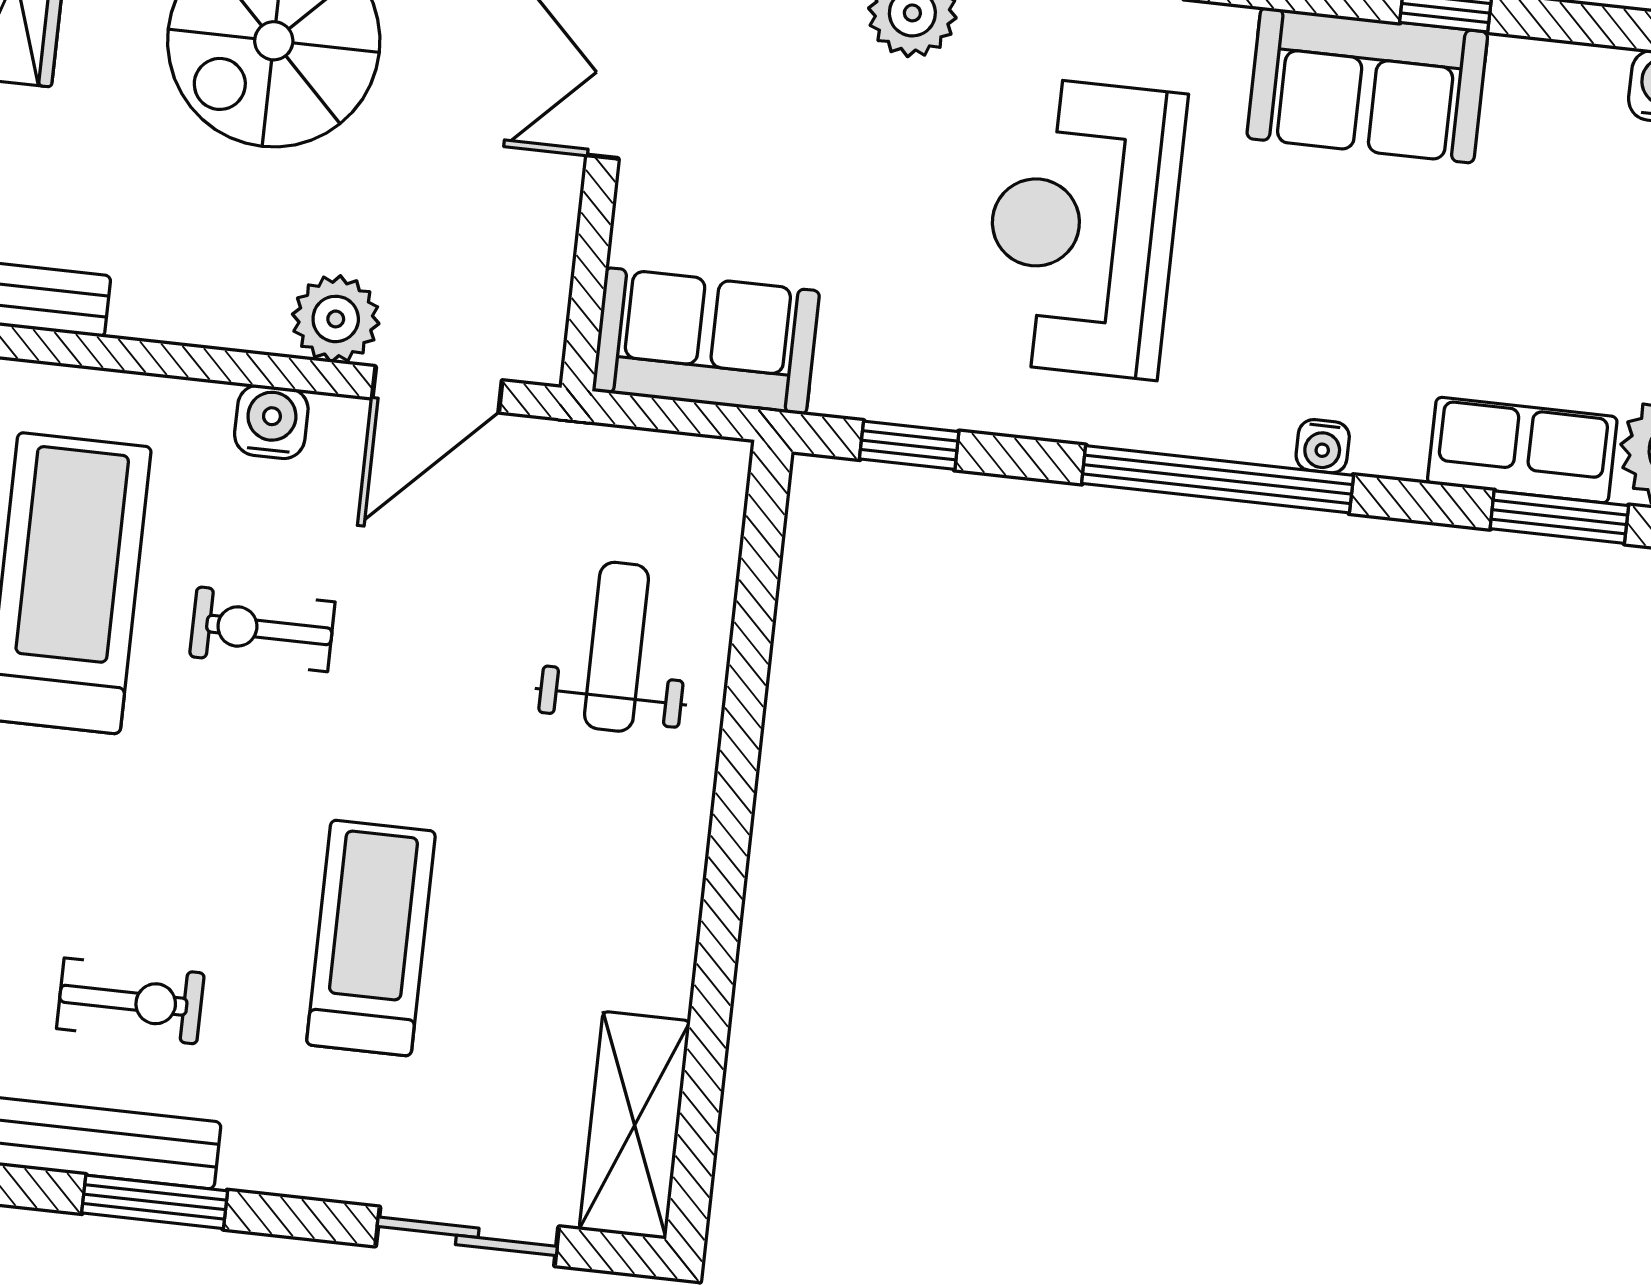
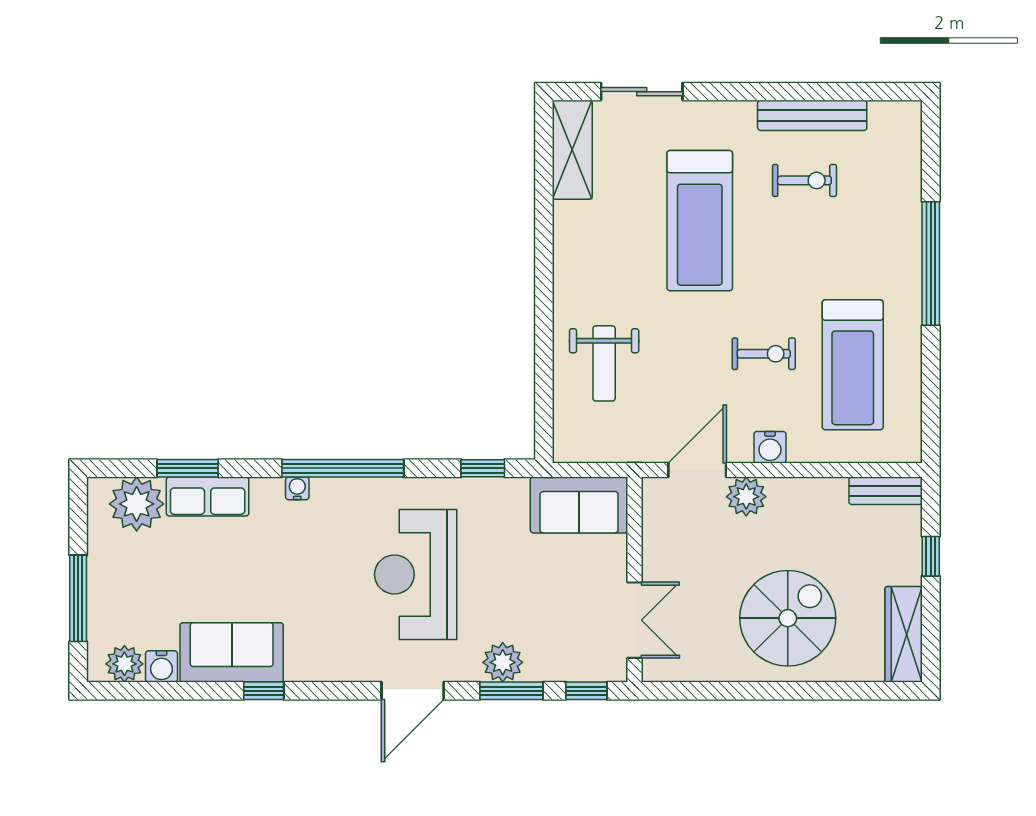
sofa: (1367, 85) -> (232, 652), moved
reception desk: (1083, 228) -> (416, 574), turned 180
treadmill: (371, 938) -> (700, 221), width x1.37, depth x1.38
exercise bike: (130, 1001) -> (804, 180), turned 180
window: (155, 1202) -> (784, 92), removed

